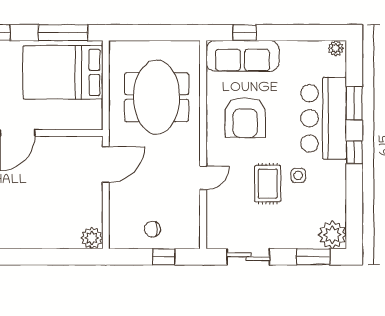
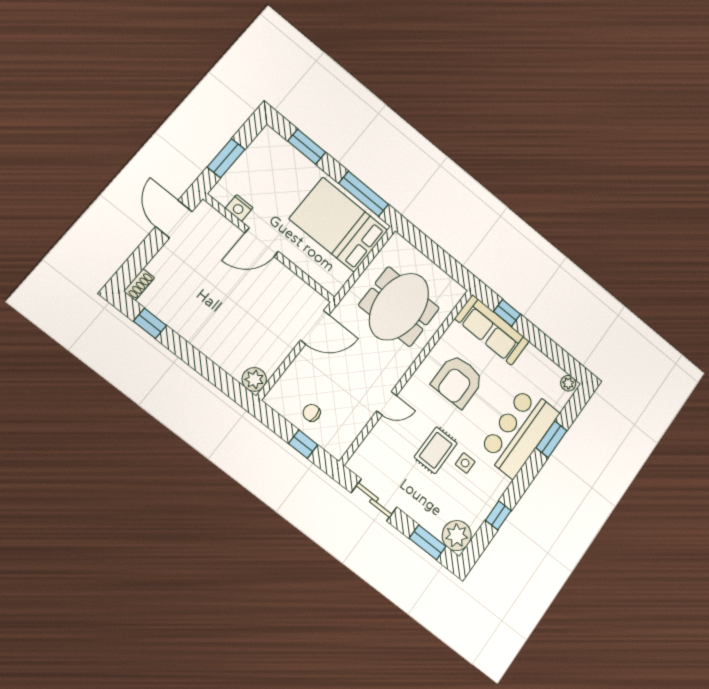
window: (354, 152) -> (498, 515), moved

